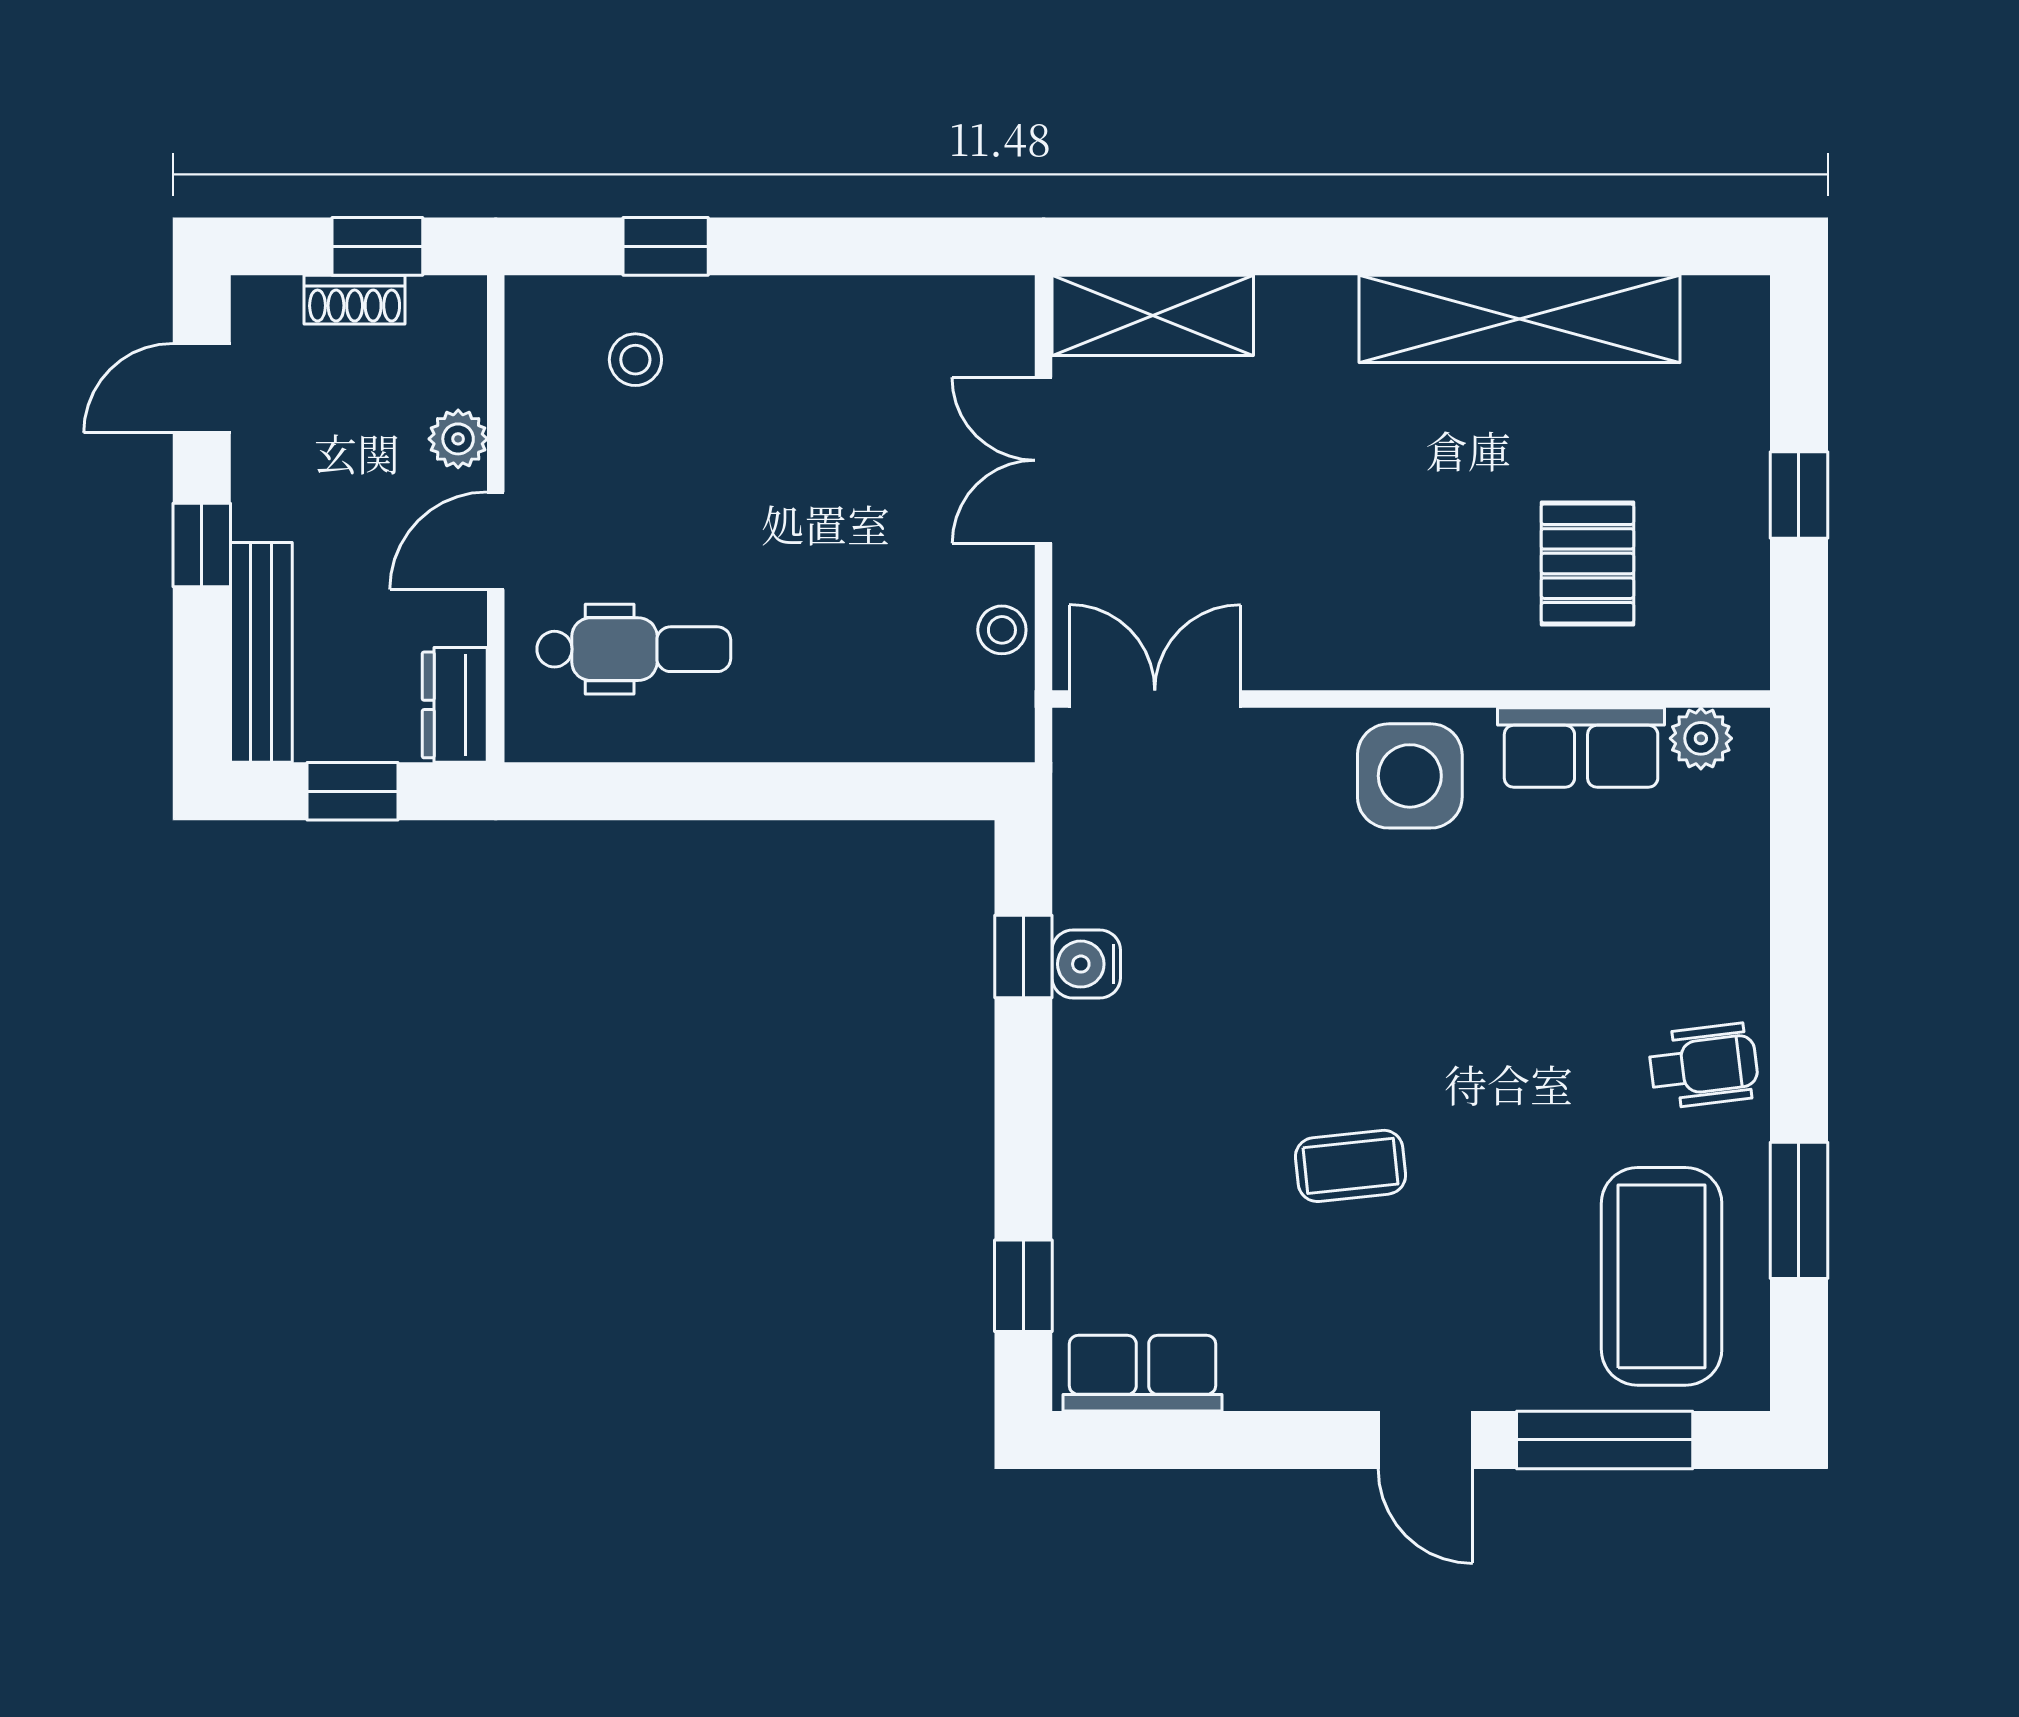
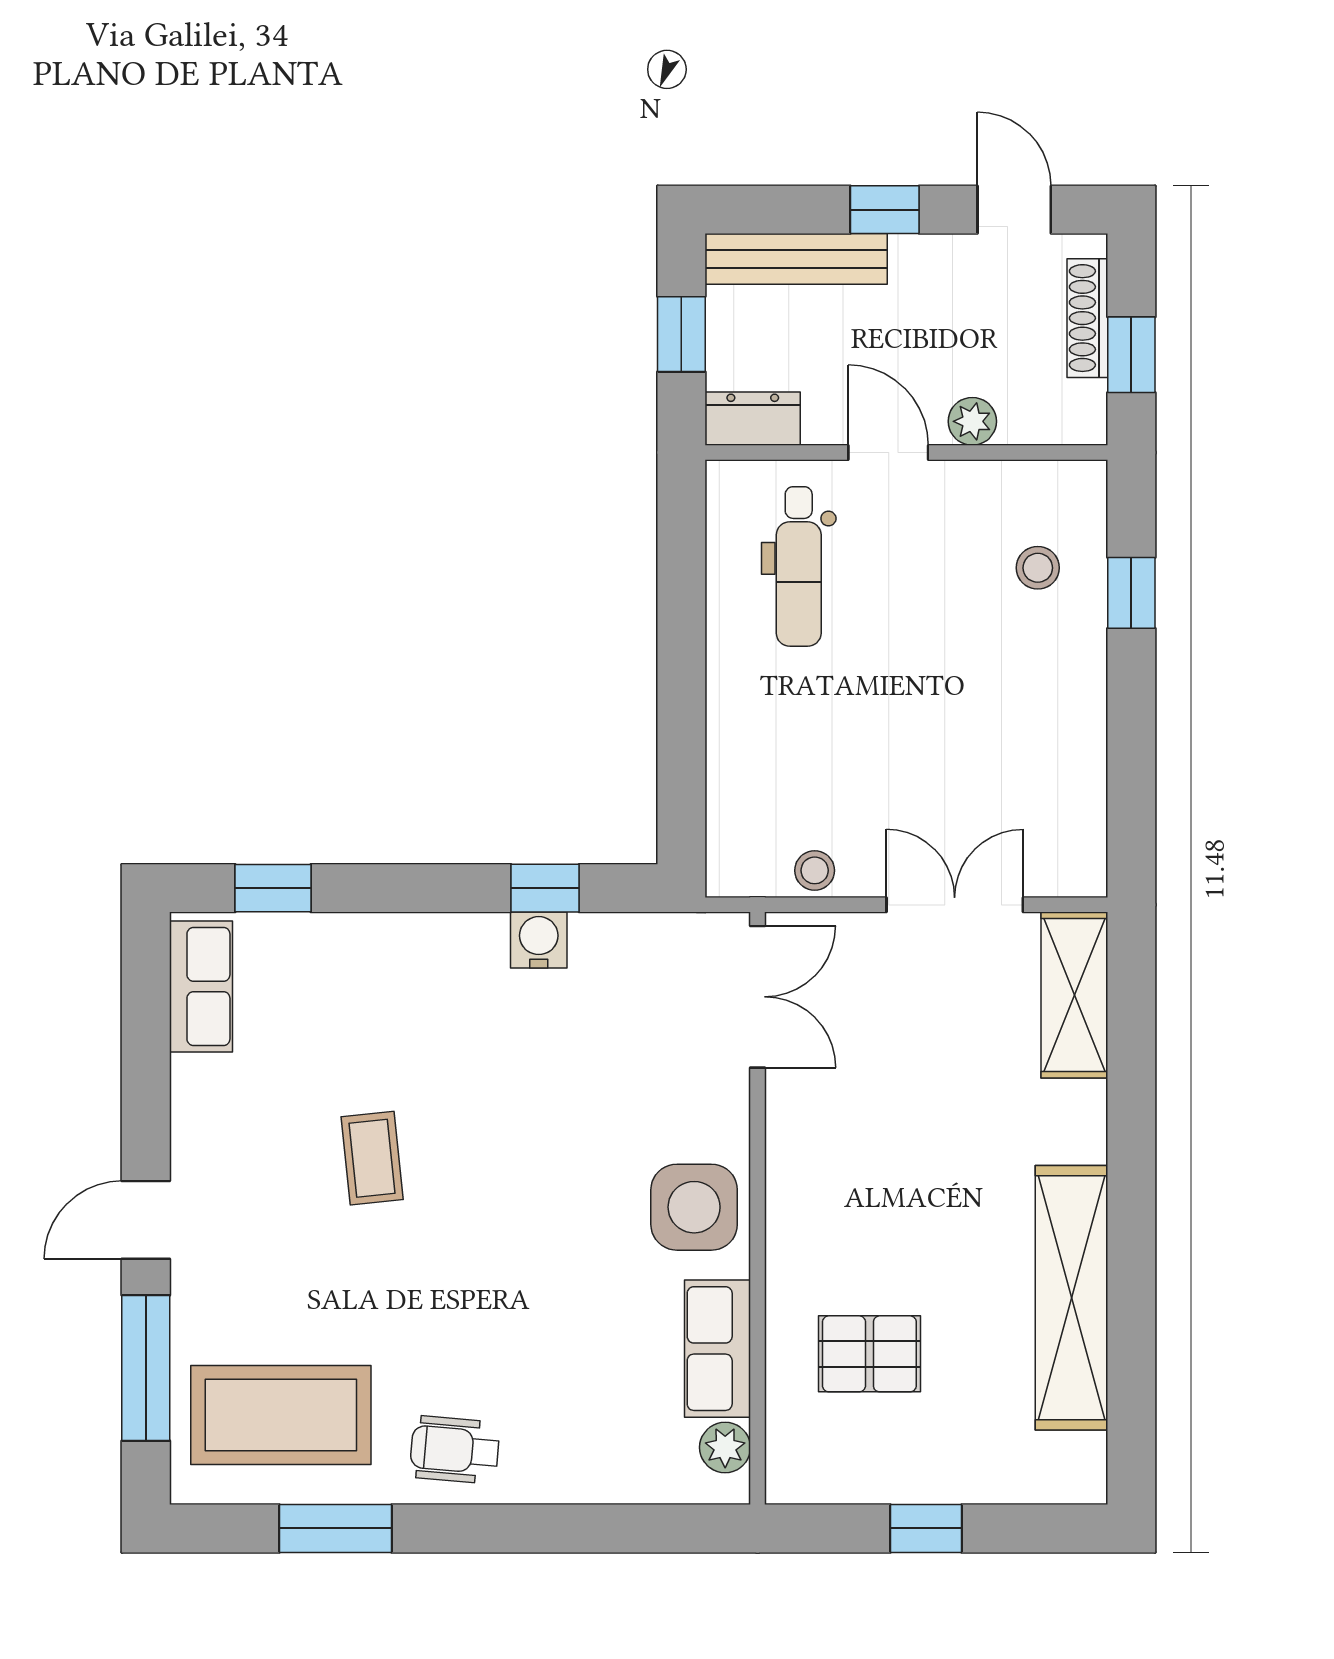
shoe rack: (355, 300) -> (1087, 318), width x1.43
wheelchair: (1704, 1066) -> (455, 1450), turned 102

